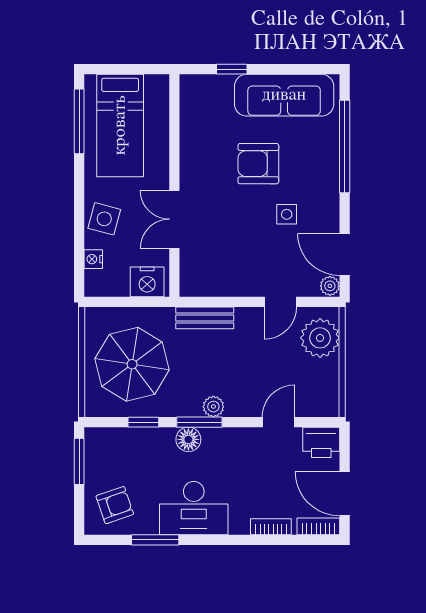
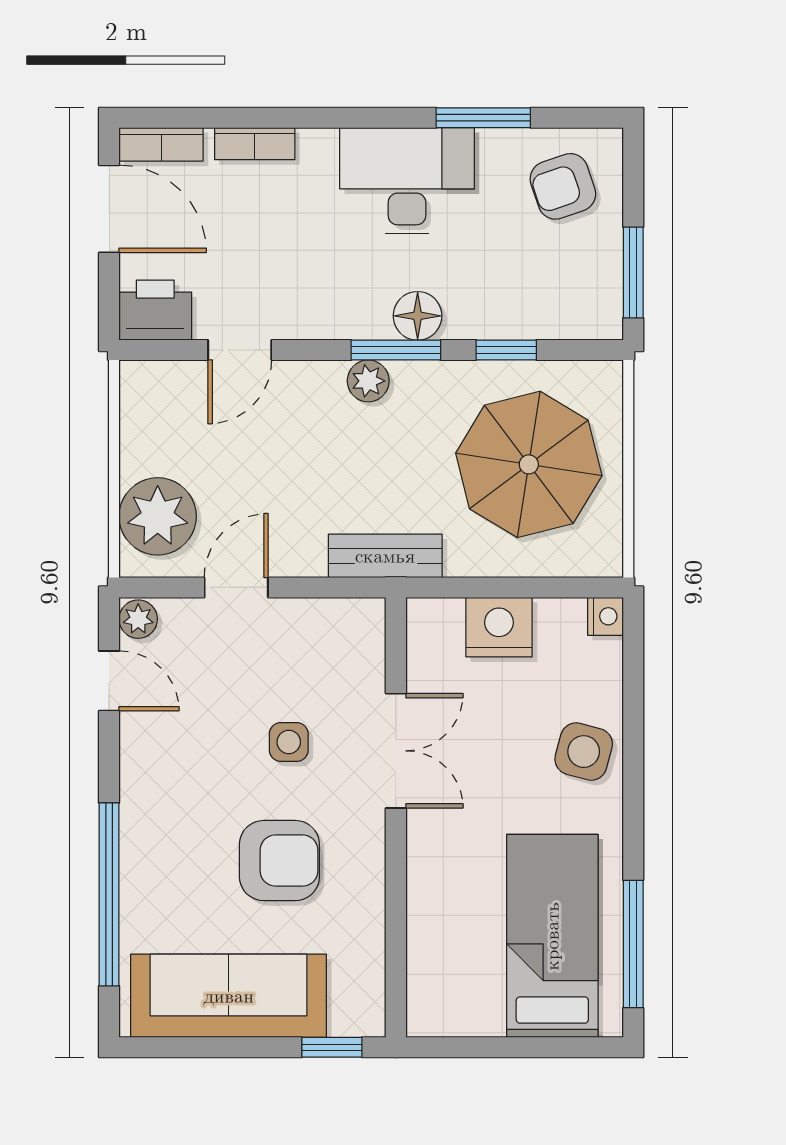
wall: (174, 185) -> (396, 817), moved
side table: (287, 214) -> (289, 742), moved
double door: (174, 219) -> (396, 751), moved
door: (345, 255) -> (109, 681), width x0.73
nightstand: (93, 259) -> (605, 616), moved

